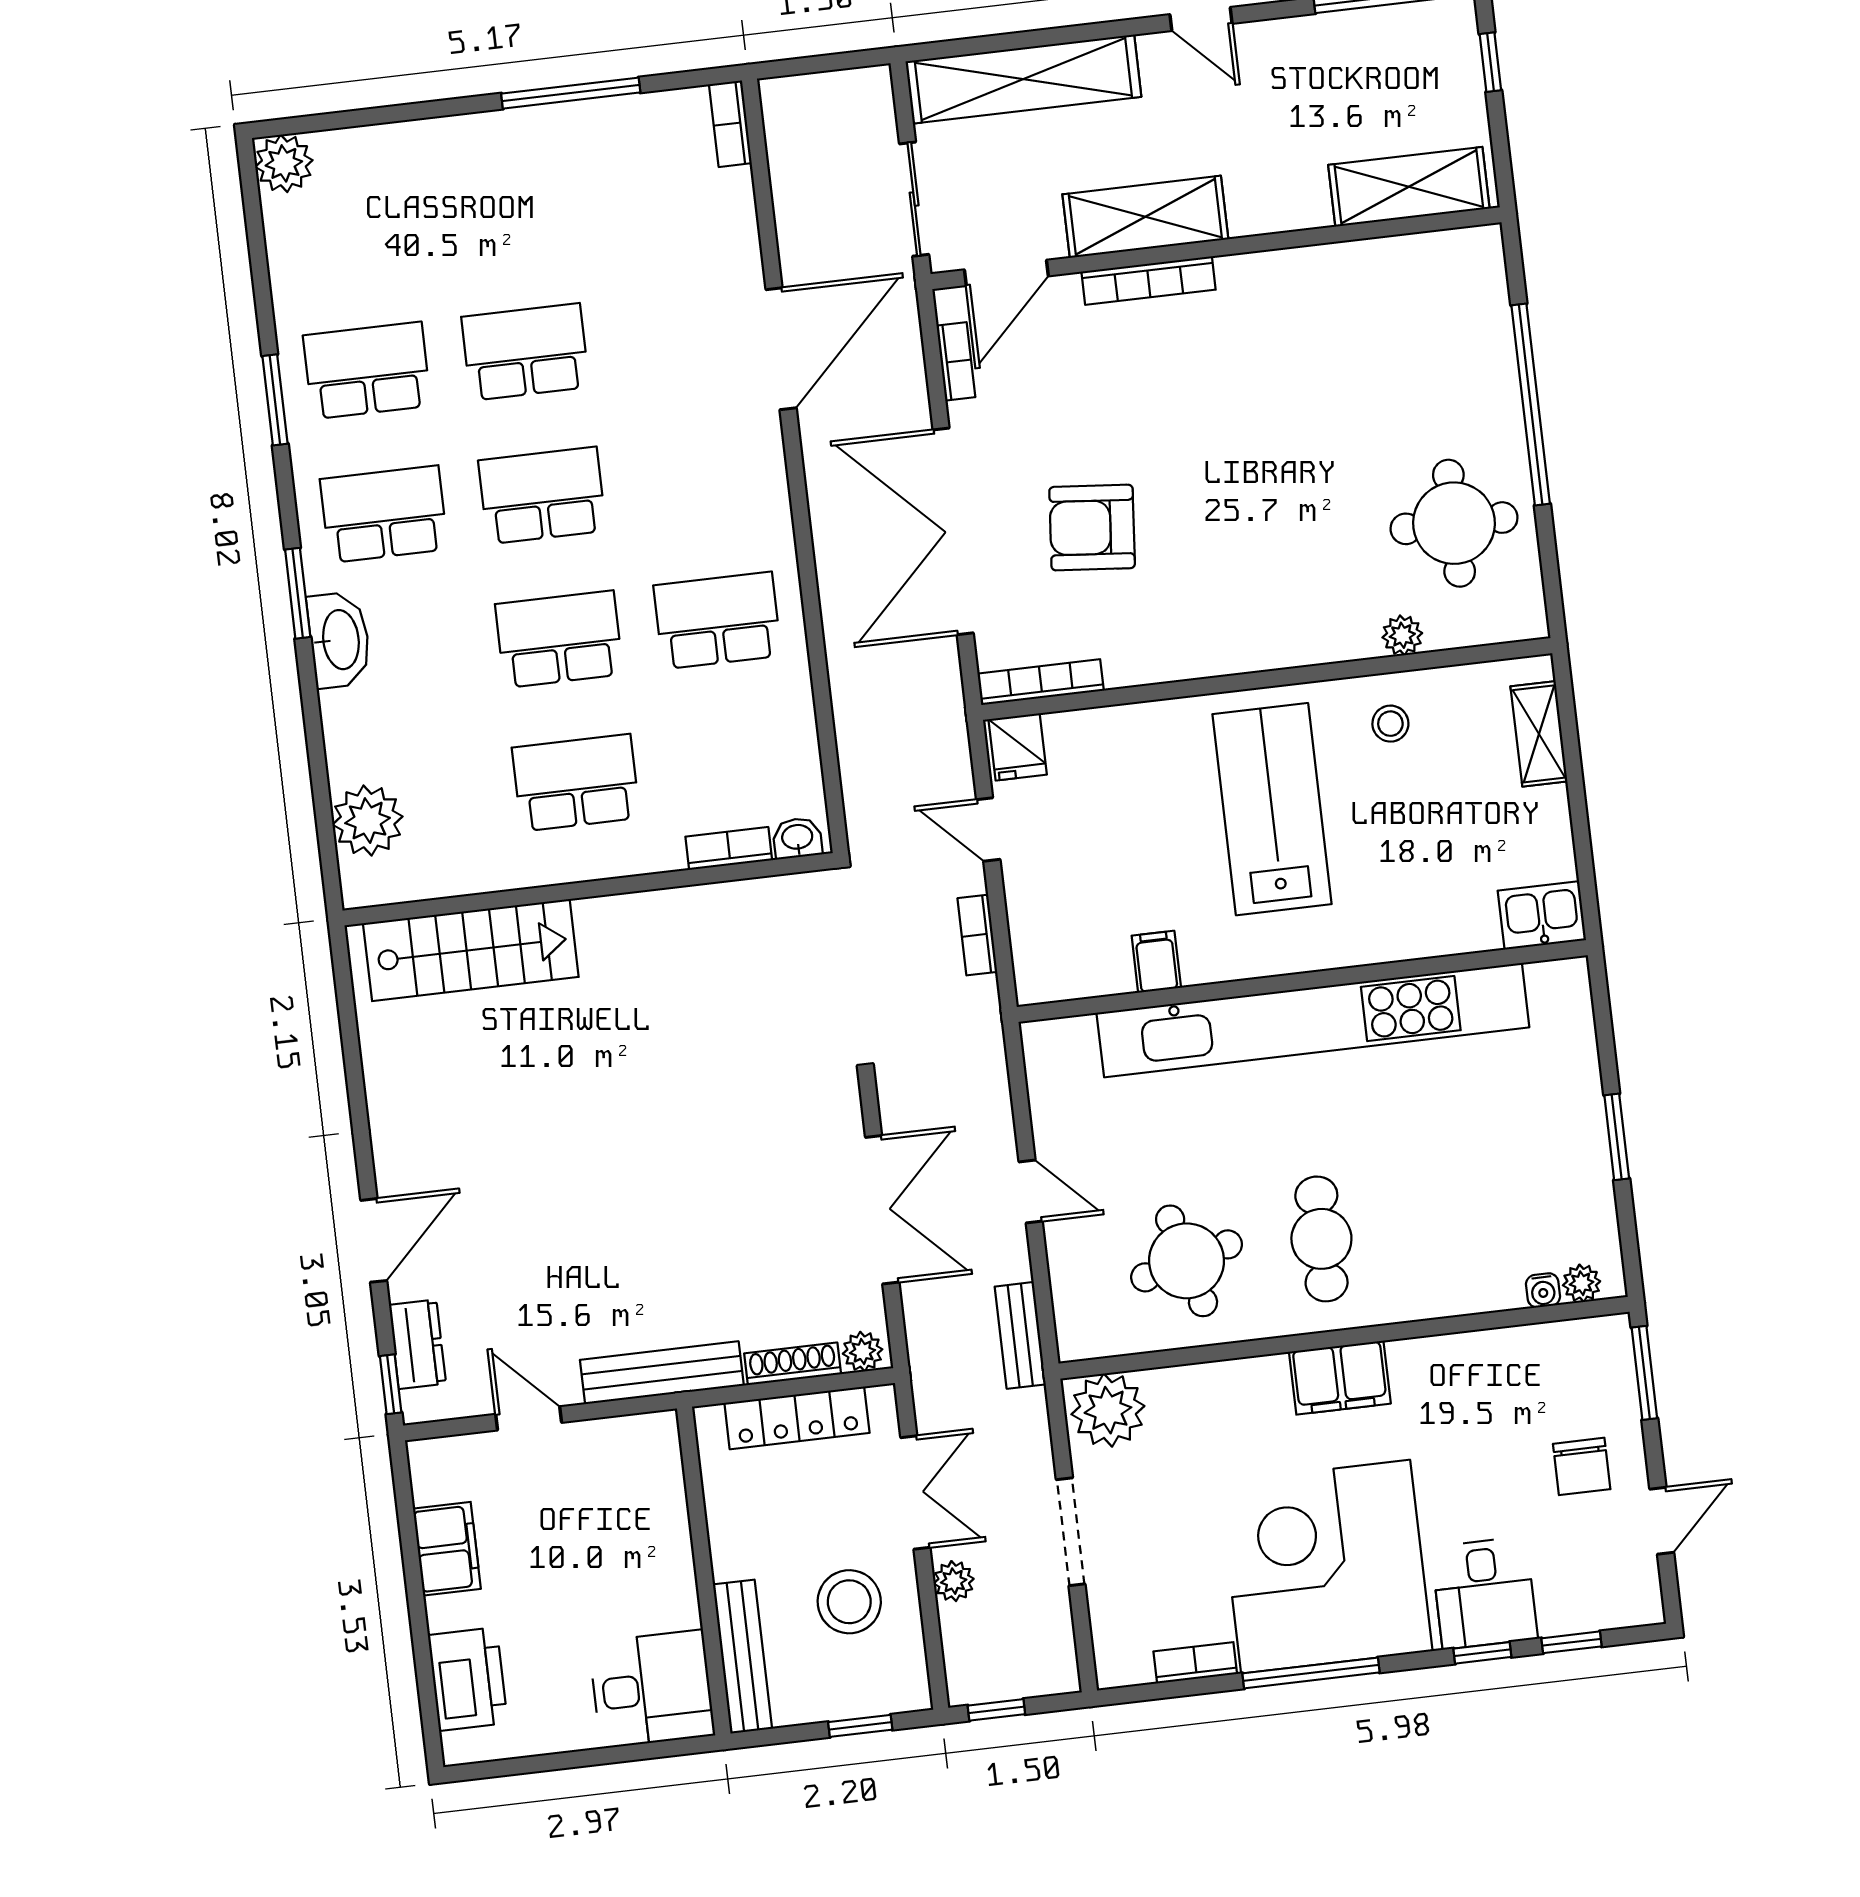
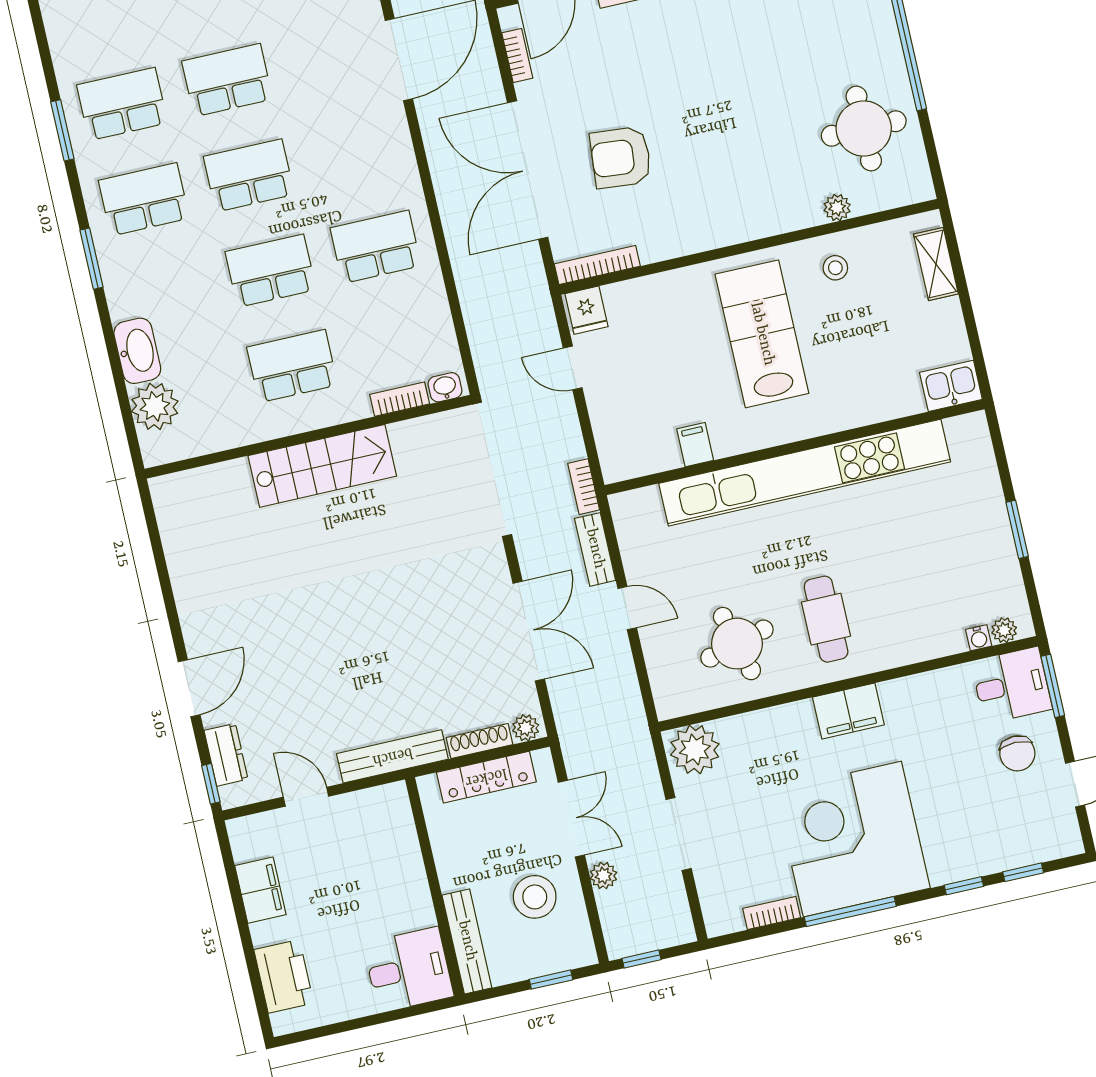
washbasin: (339, 640) -> (137, 351), moved
bookcase: (977, 935) -> (584, 487), moved
stairs: (471, 950) -> (322, 466), moved
bench: (1020, 1335) -> (595, 549), moved
desk: (1484, 1593) -> (1012, 685), moved, turned -90

